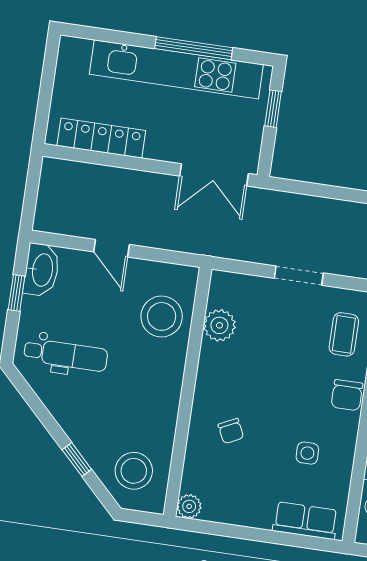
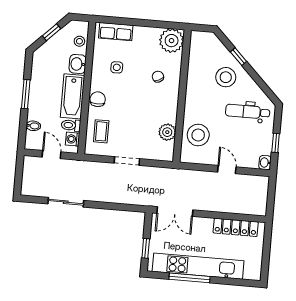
double door: (214, 175) -> (175, 212), swing flipped
washbasin: (42, 270) -> (265, 163), width x0.52, depth x0.69
stool: (134, 471) -> (226, 77), moved
plant: (189, 506) -> (172, 41), width x1.87, depth x1.87

